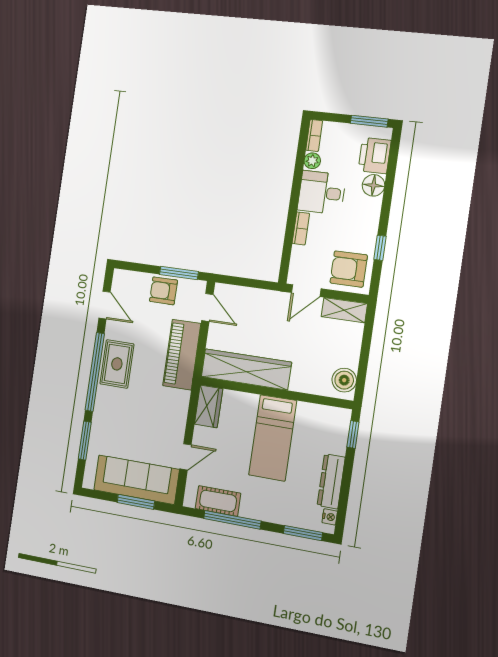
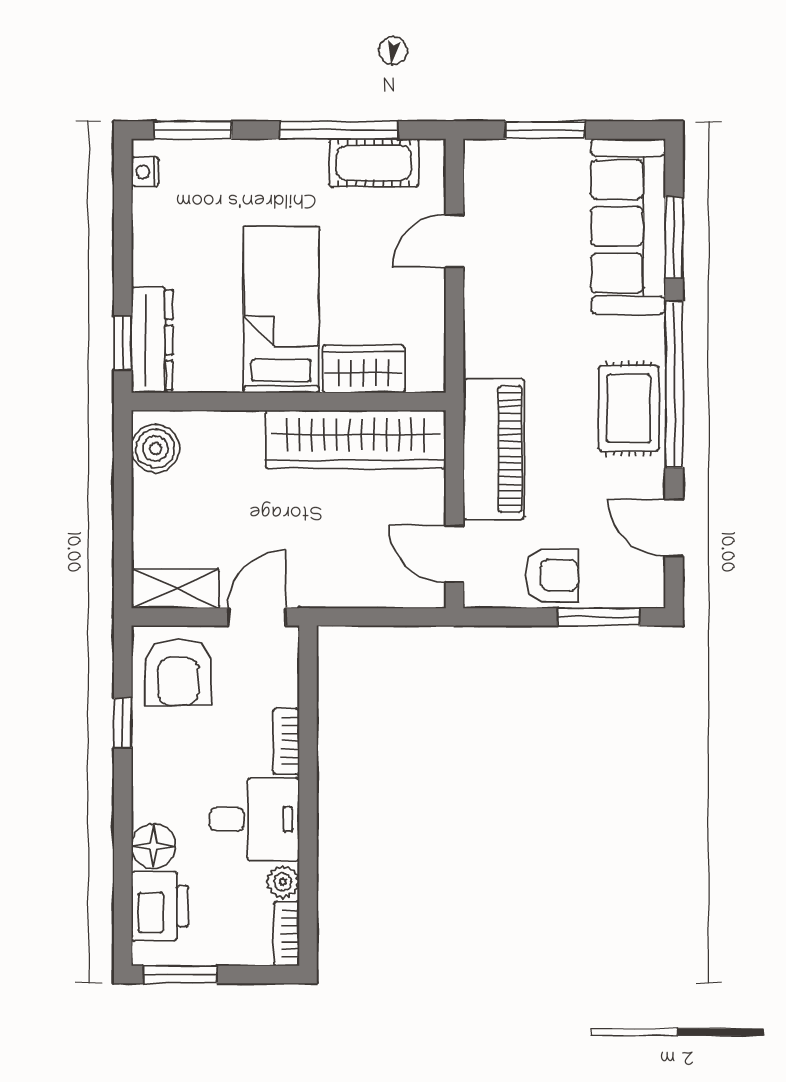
armchair: (349, 269) -> (178, 672), turned 90
window: (179, 273) -> (599, 617), moved
wardrobe: (209, 406) -> (363, 369), moved, turned 90
sofa: (136, 480) -> (628, 226), moved, turned 90
dresser: (331, 481) -> (152, 340), moved

